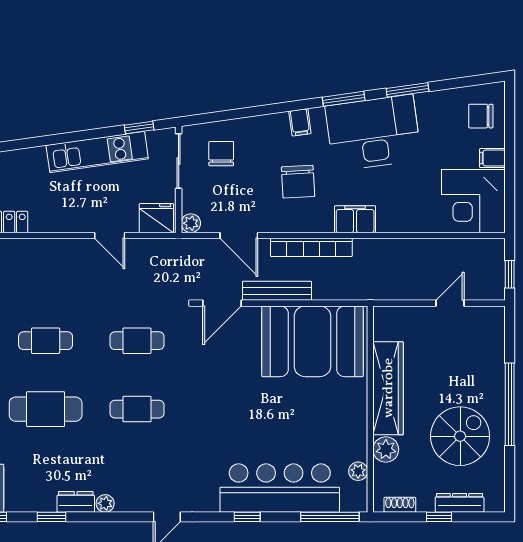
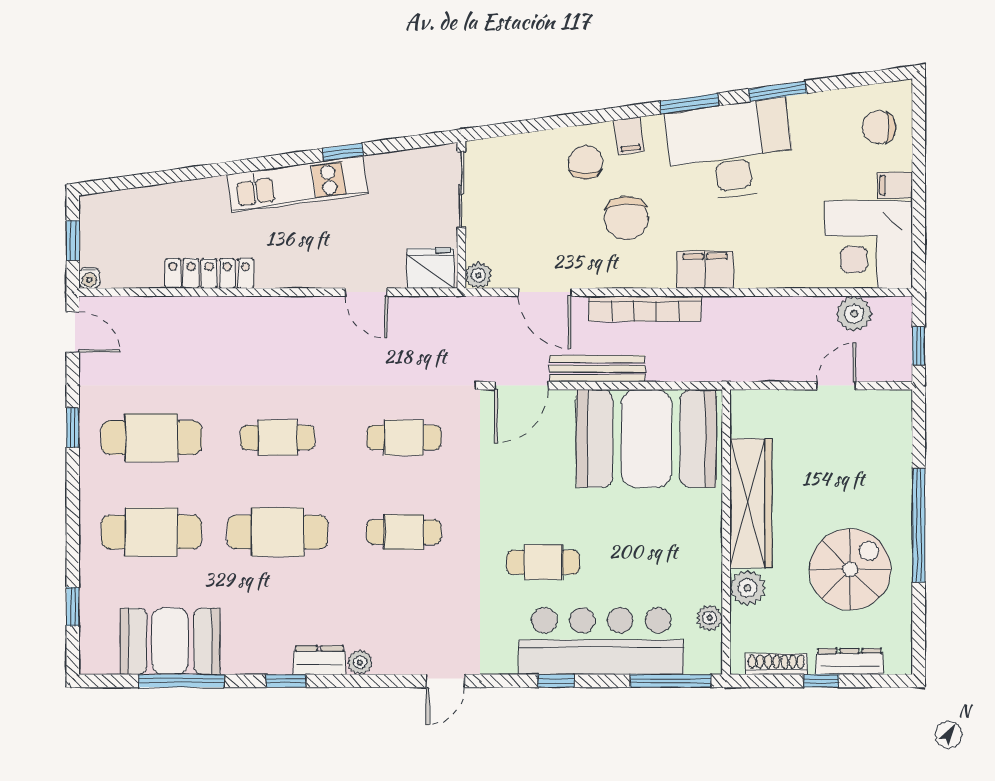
window: (139, 127) -> (343, 152), moved
kitchen unit: (97, 152) -> (297, 184), moved
chair: (221, 154) -> (586, 162), moved
plant: (463, 251) -> (854, 314), added
cafe table: (238, 431) -> (543, 562), added
shoe rack: (400, 505) -> (776, 664), width x1.43

